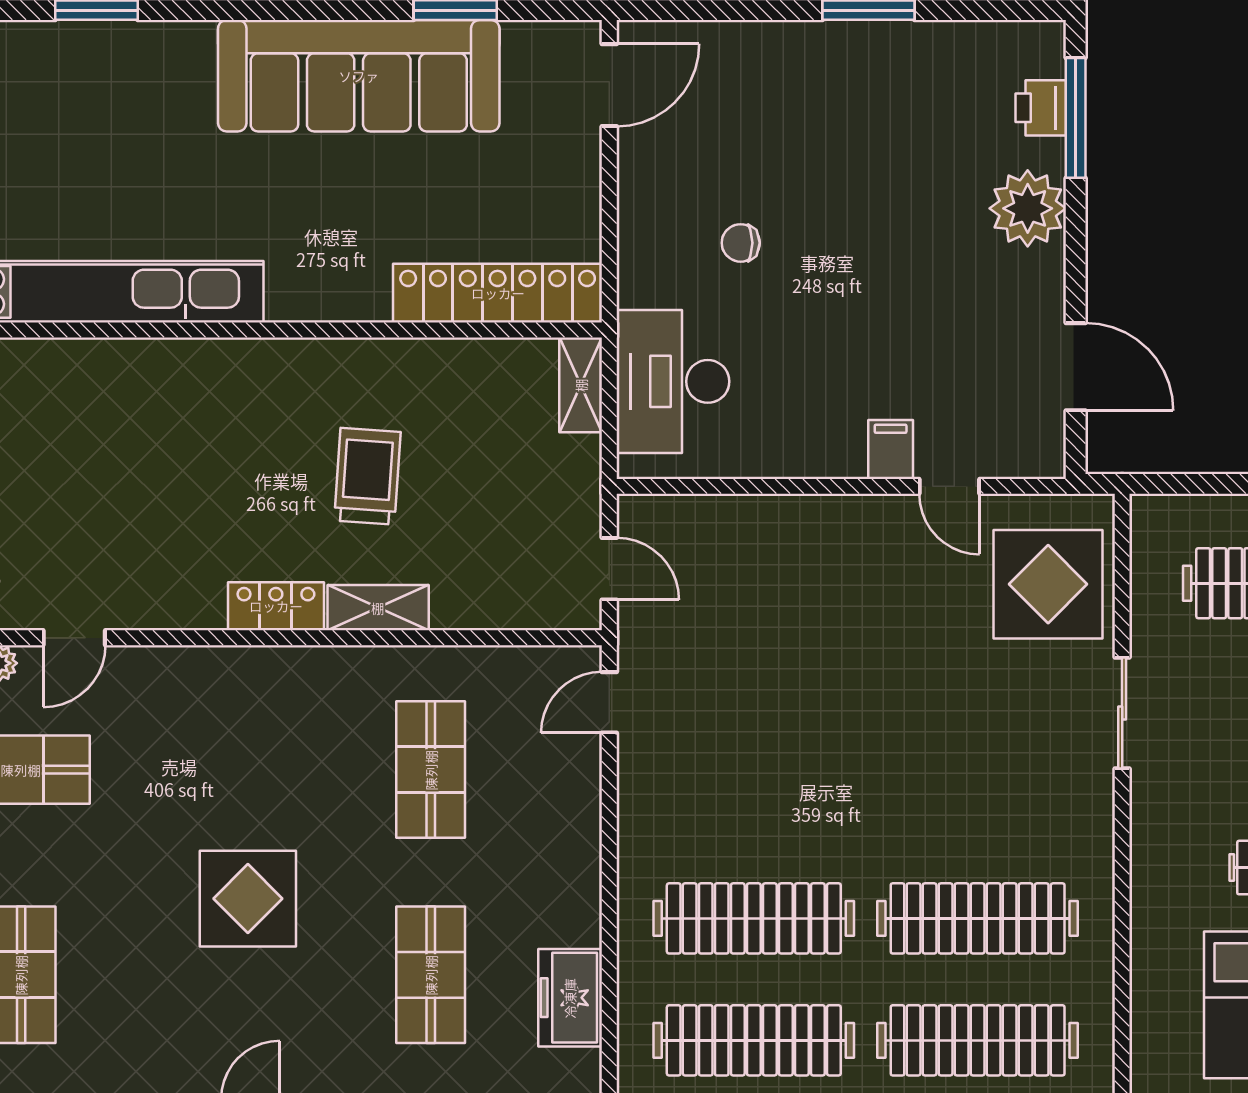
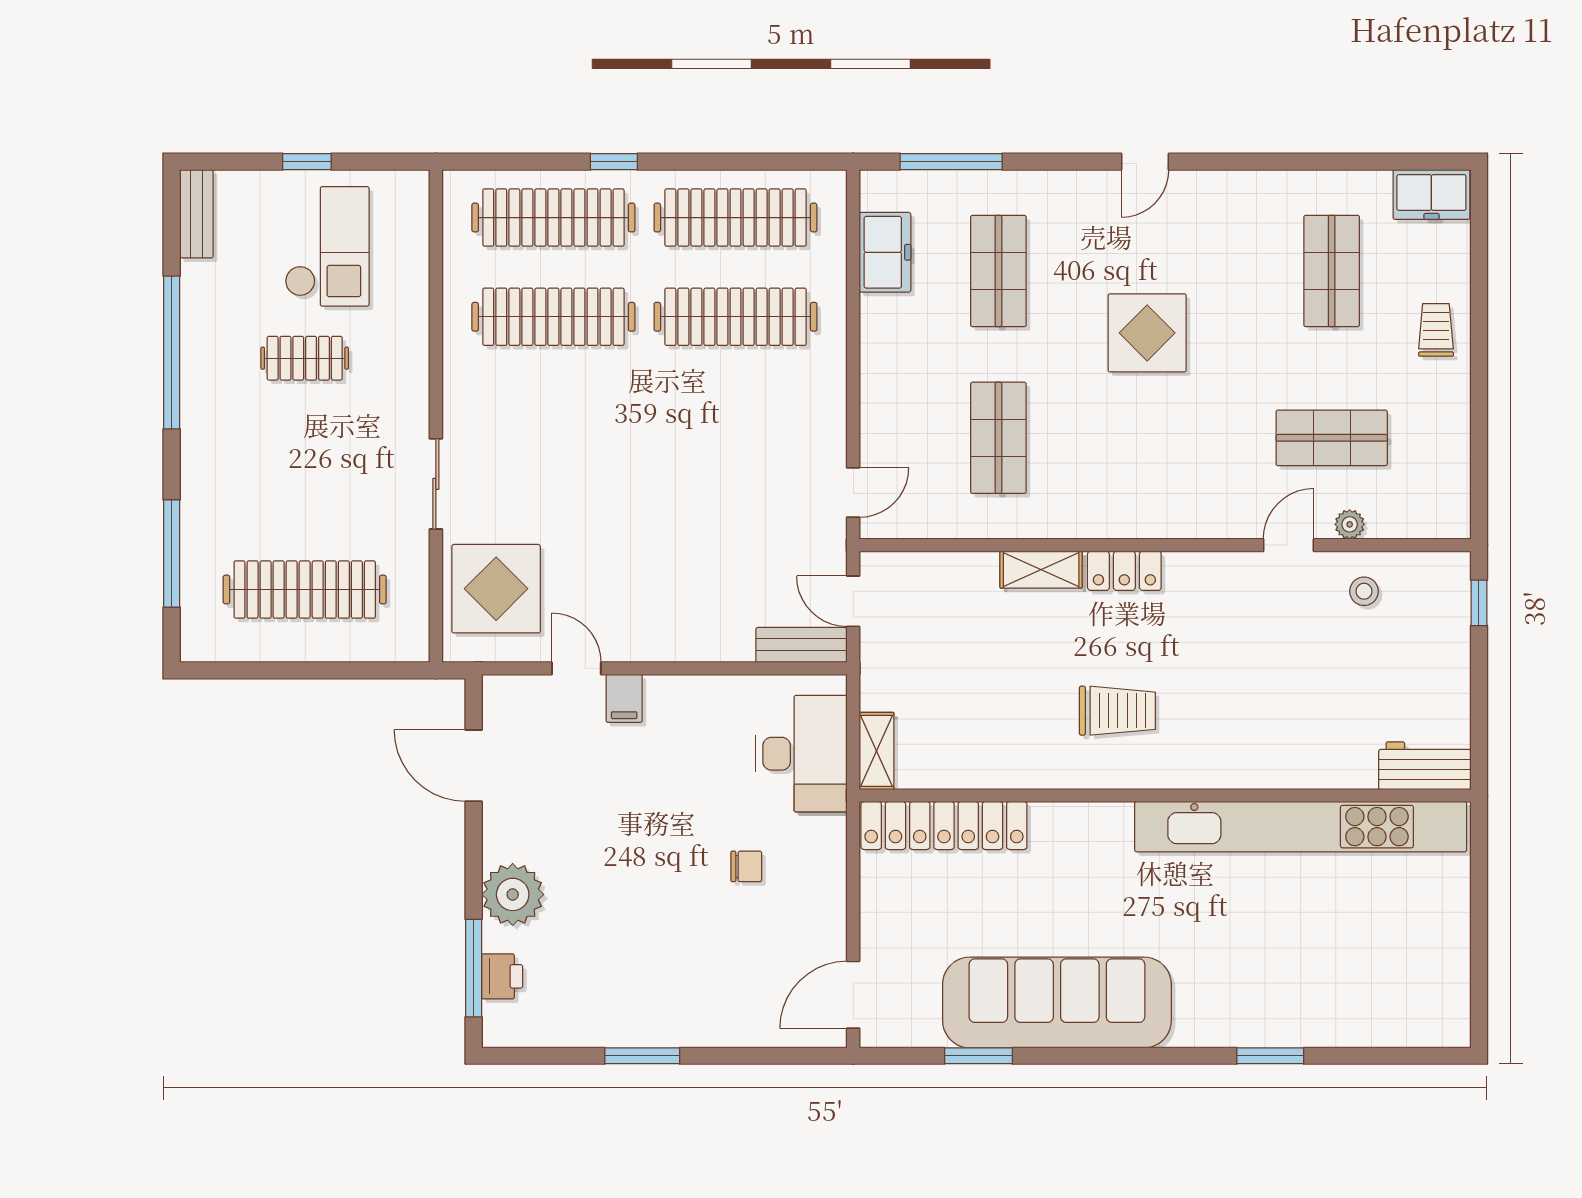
trolley: (367, 476) -> (1117, 711), moved, turned -94
bench: (673, 515) -> (801, 645), added

